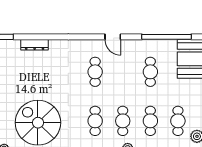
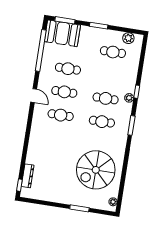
door: (113, 37) -> (34, 96), hinge flipped
dresser: (35, 45) -> (28, 176), moved
cafe table: (150, 121) -> (64, 92), moved

